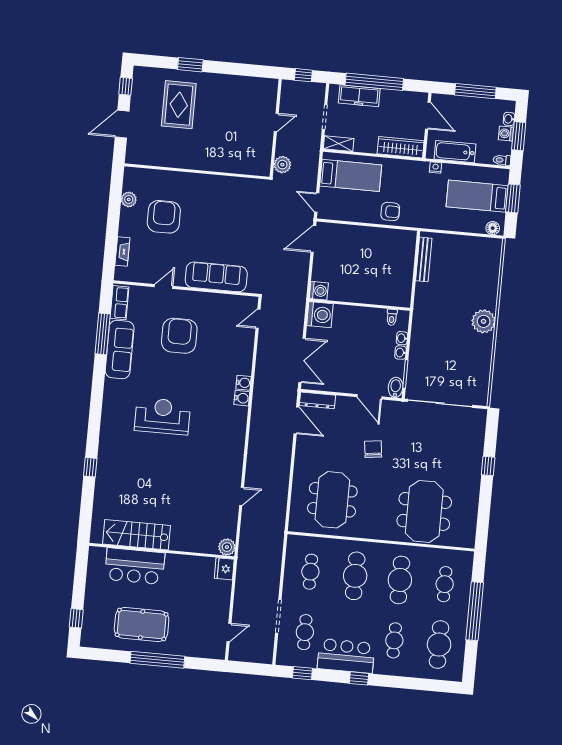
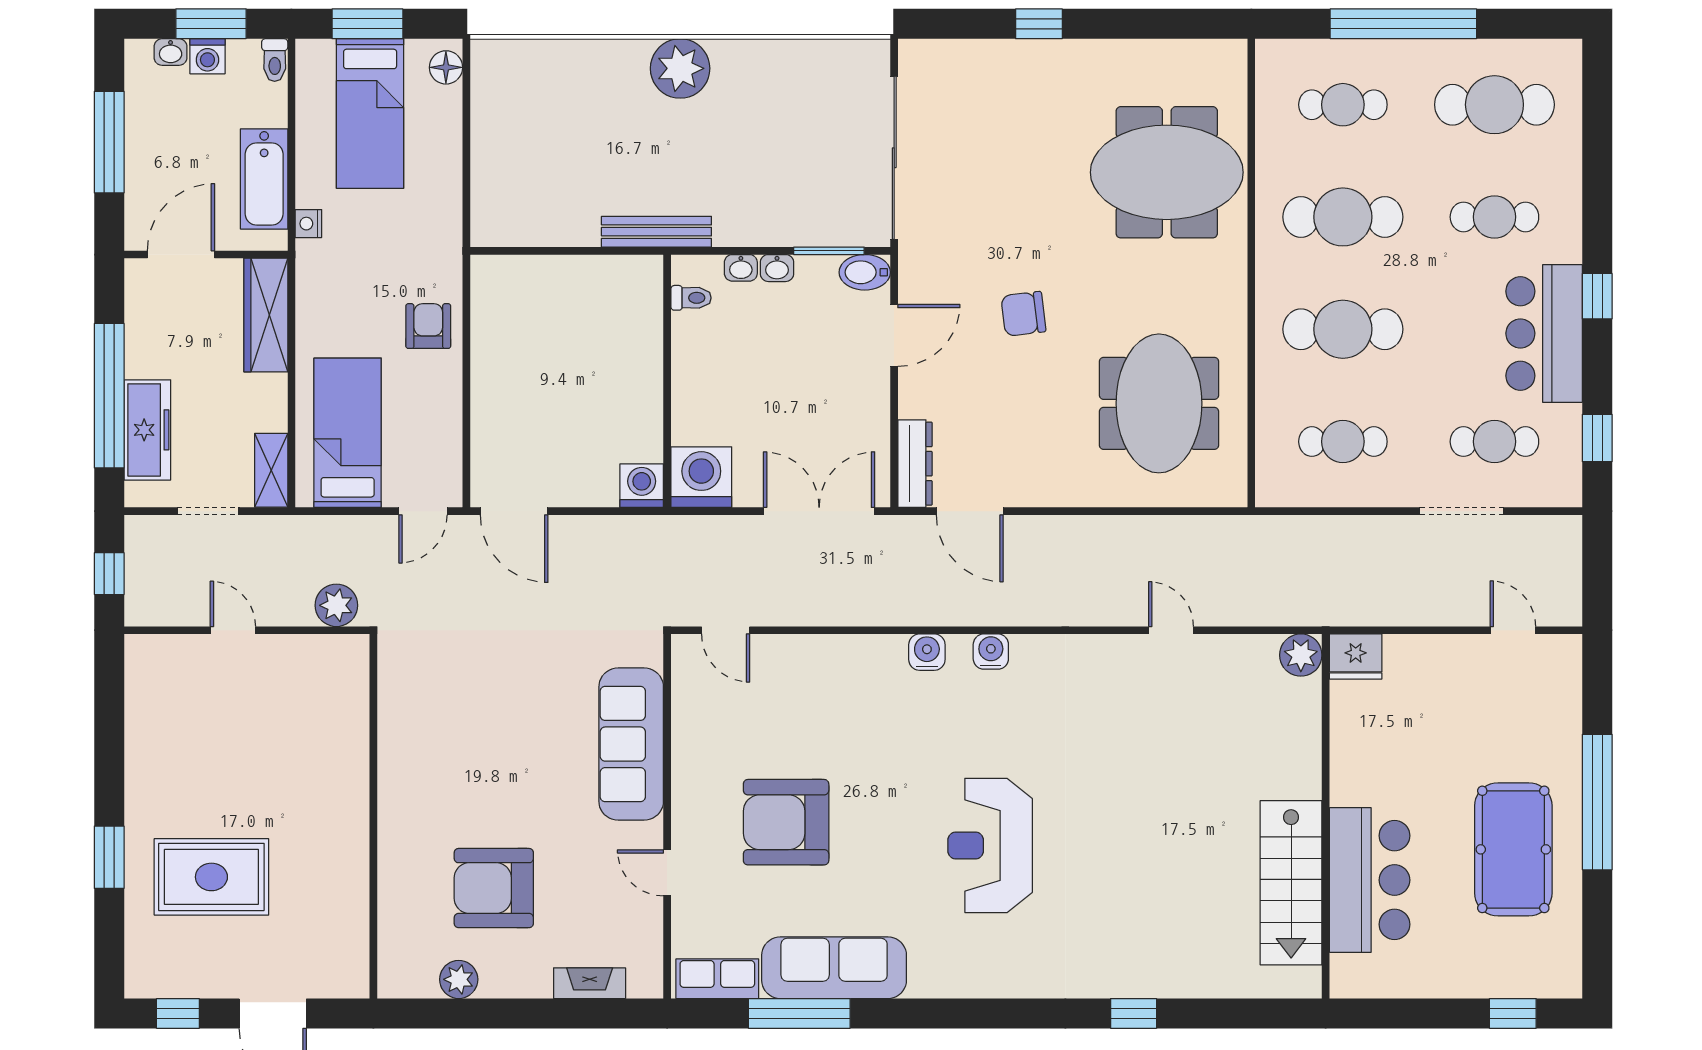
bench: (424, 259) -> (656, 232), moved
water cooler: (244, 383) -> (991, 652), moved
door: (296, 420) -> (970, 511), swing flipped
meeting table: (332, 500) -> (1159, 403), turned 90

